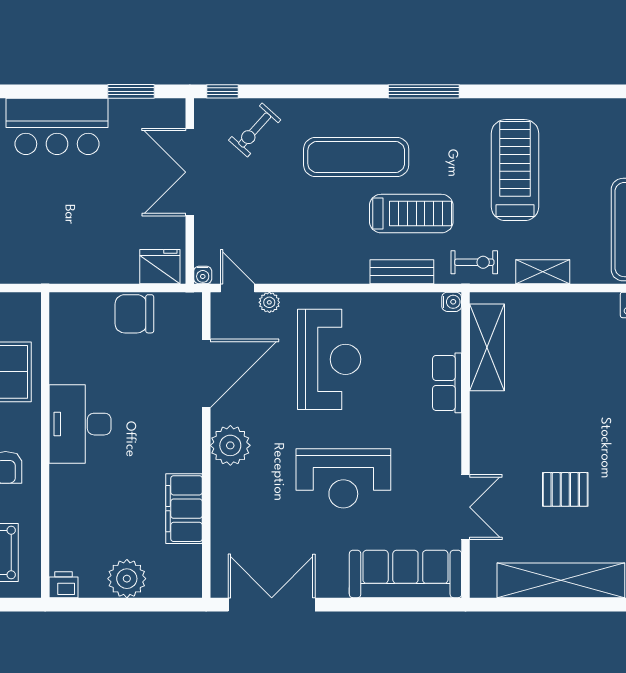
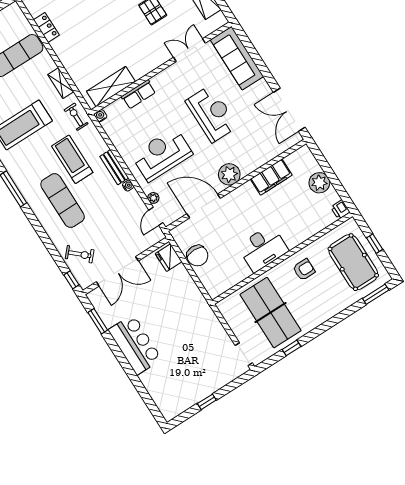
bench: (402, 272) -> (114, 167), moved
water cooler: (203, 275) -> (128, 186), moved

